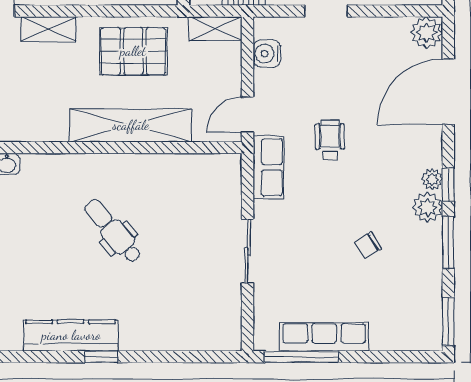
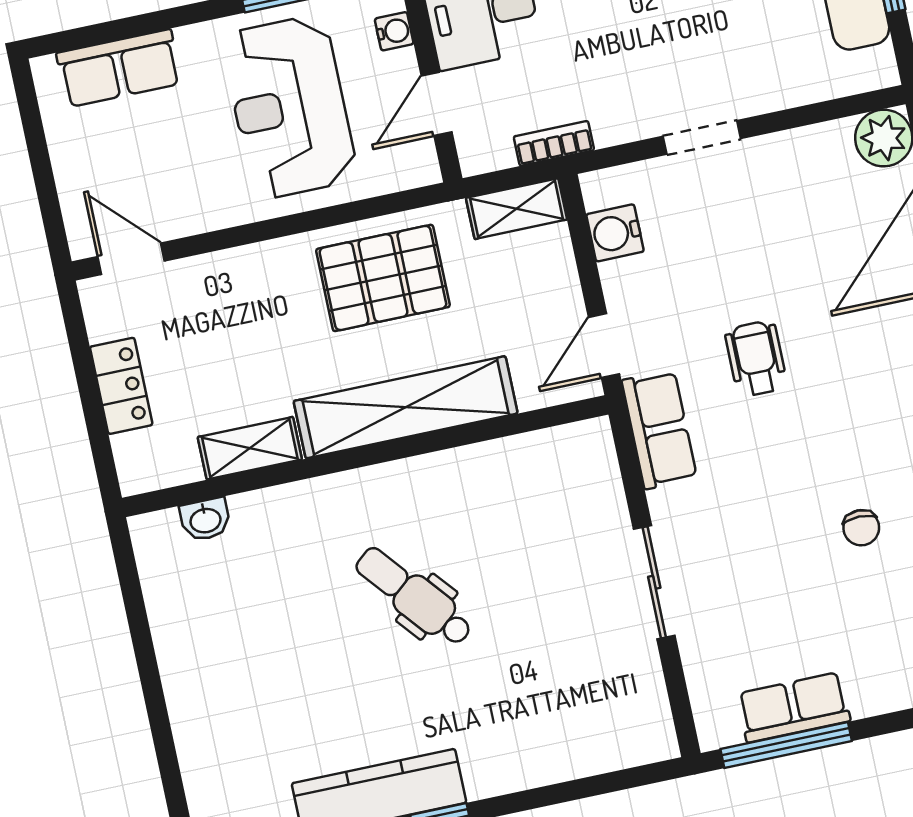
shelving: (49, 29) -> (250, 448), moved
chair: (368, 245) -> (861, 528), turned -58
row of seats: (324, 337) -> (794, 707), width x0.68

